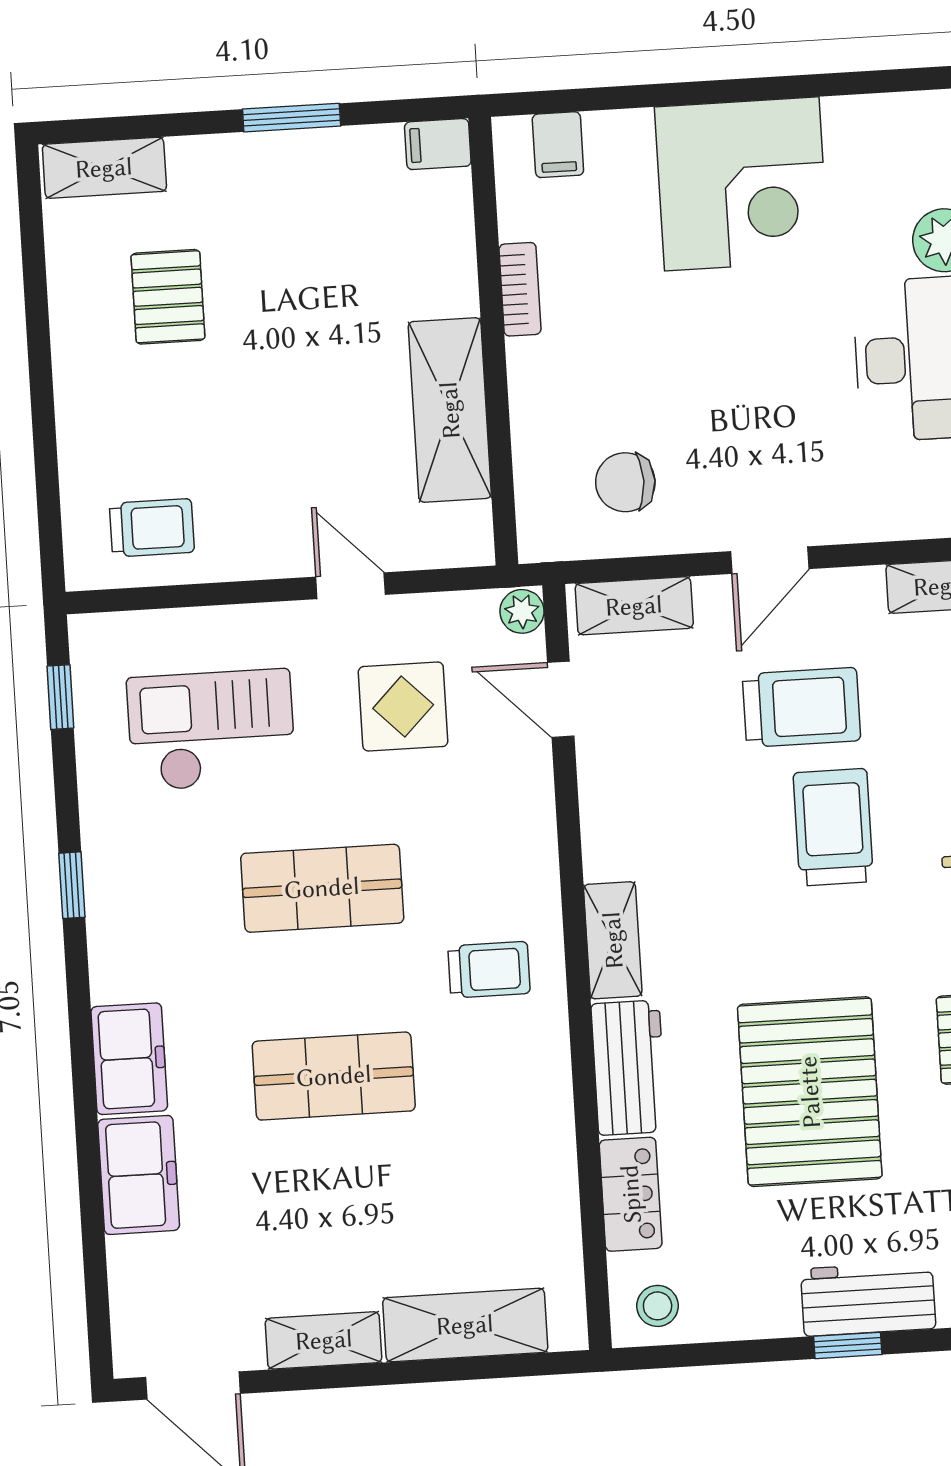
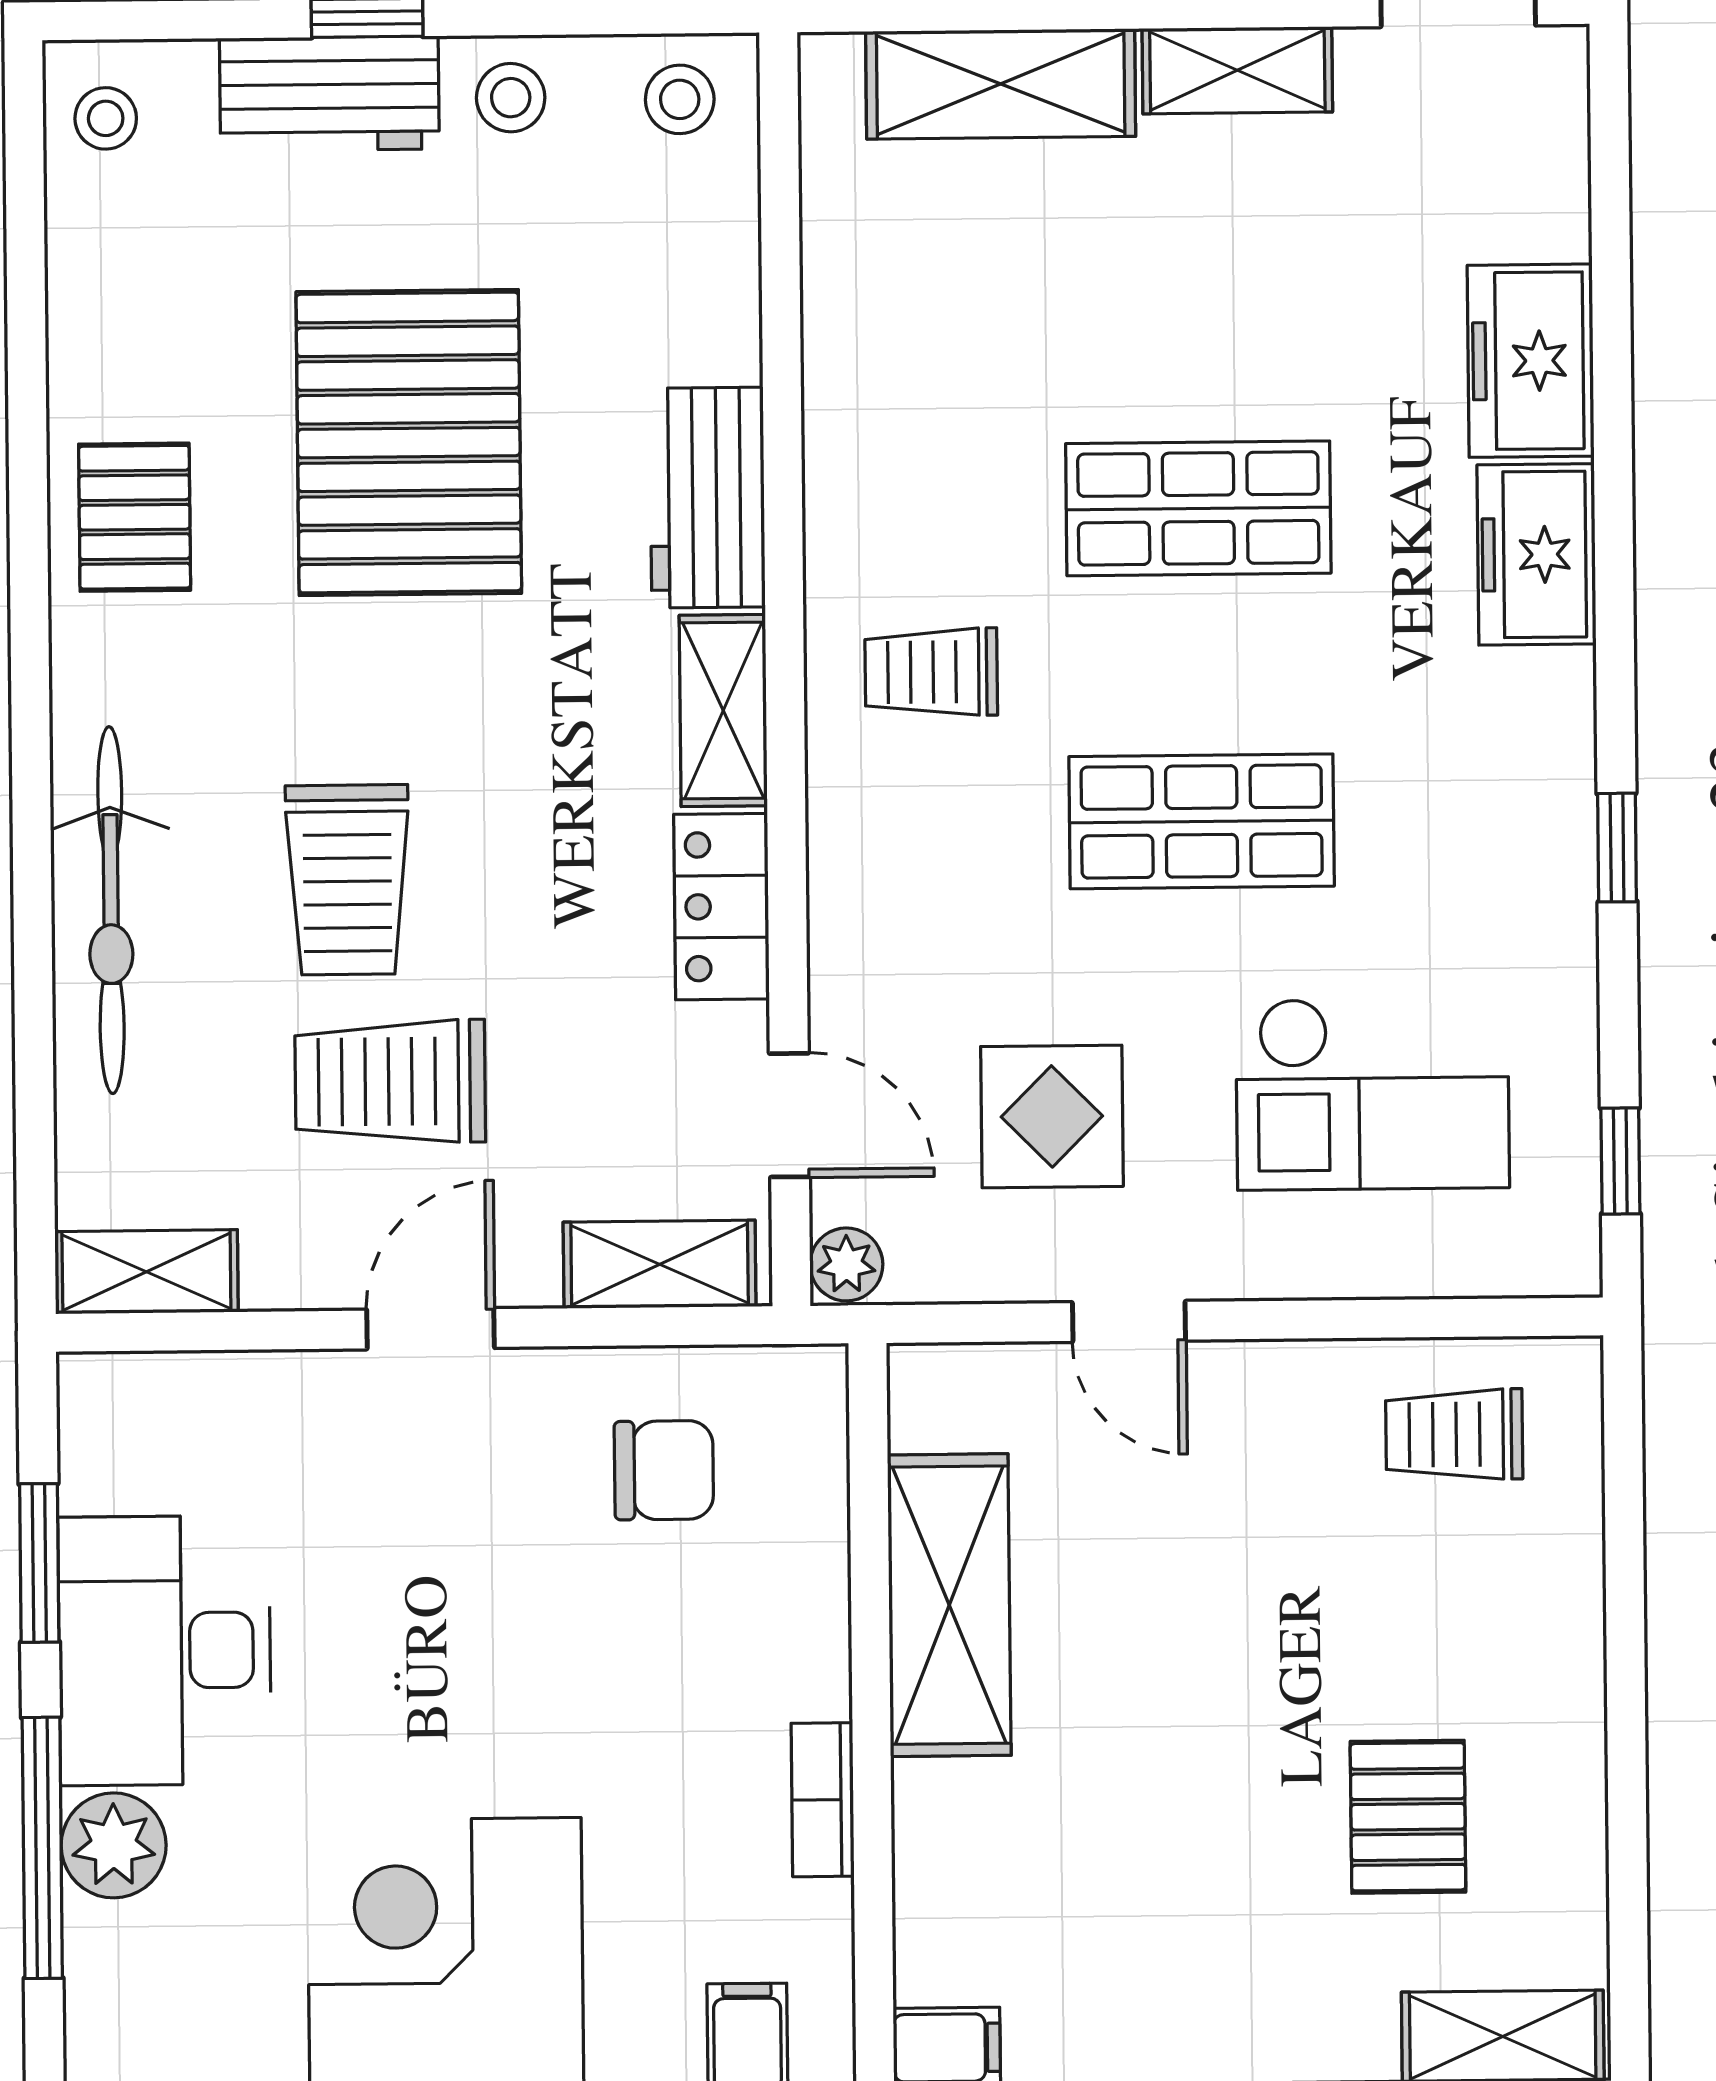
locker: (631, 1194) -> (722, 907), moved
stool: (759, 1302) -> (511, 98), added

